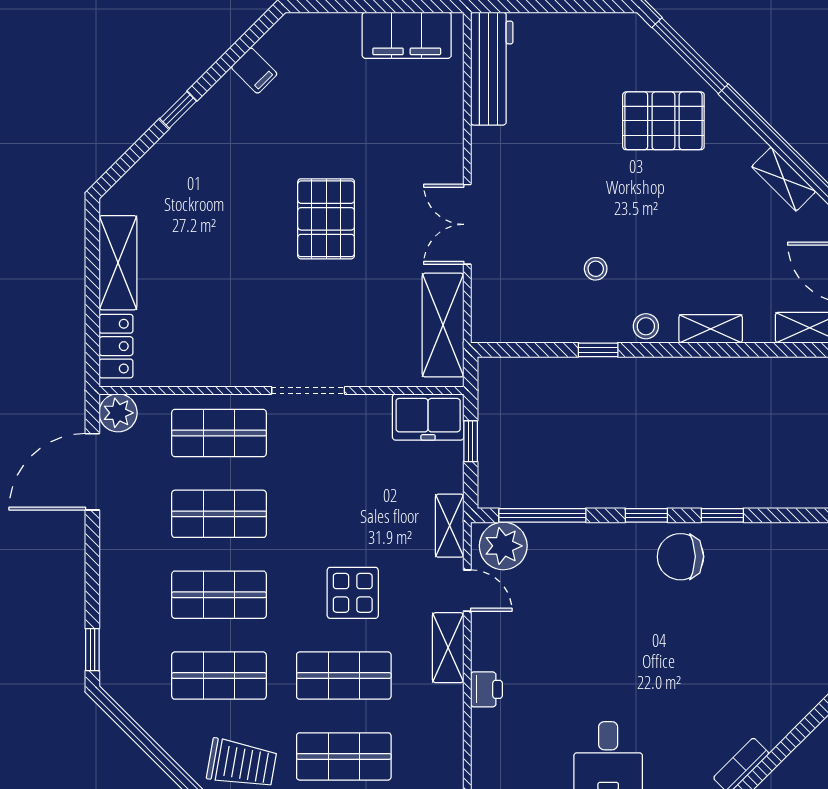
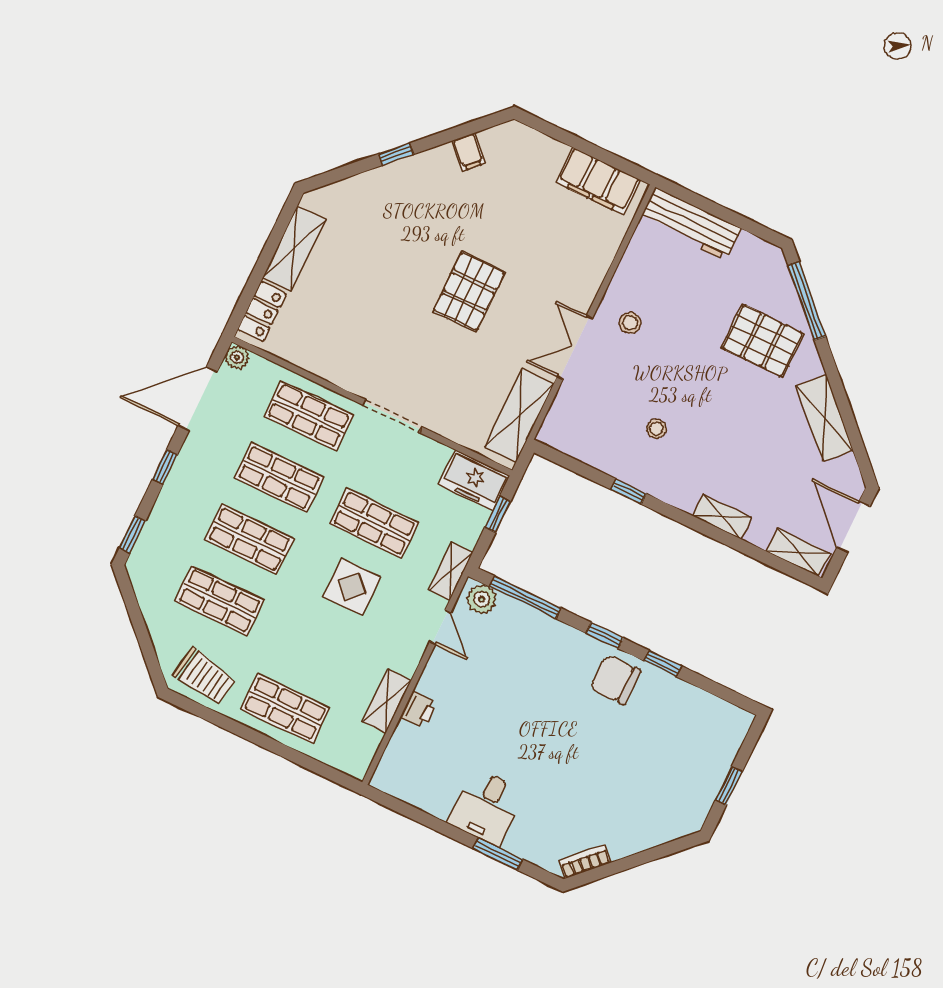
workbench: (492, 69) -> (691, 224), moved, turned 90
shelving: (784, 179) -> (825, 418), width x1.50, depth x1.33
stool: (646, 326) -> (630, 323), moved
plant: (118, 413) -> (237, 357), width x0.73, depth x0.73
plant: (503, 546) -> (482, 599), width x0.73, depth x0.73
window: (92, 561) -> (165, 467), added
shelving: (448, 648) -> (387, 701), moved
shop shelf: (344, 676) -> (374, 523), moved

